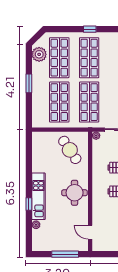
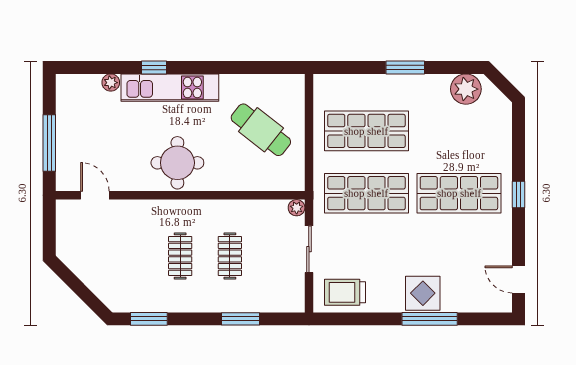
shop shelf: (59, 58) -> (459, 131), removed
cafe table: (70, 150) -> (261, 130), moved, turned 72
door: (90, 232) -> (95, 195), hinge flipped

